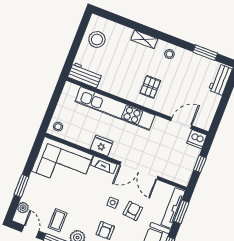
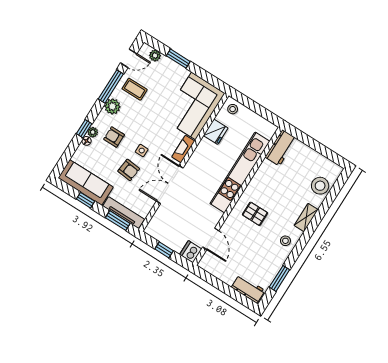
stool: (97, 39) -> (320, 186), moved
fridge: (102, 146) -> (216, 132), moved

